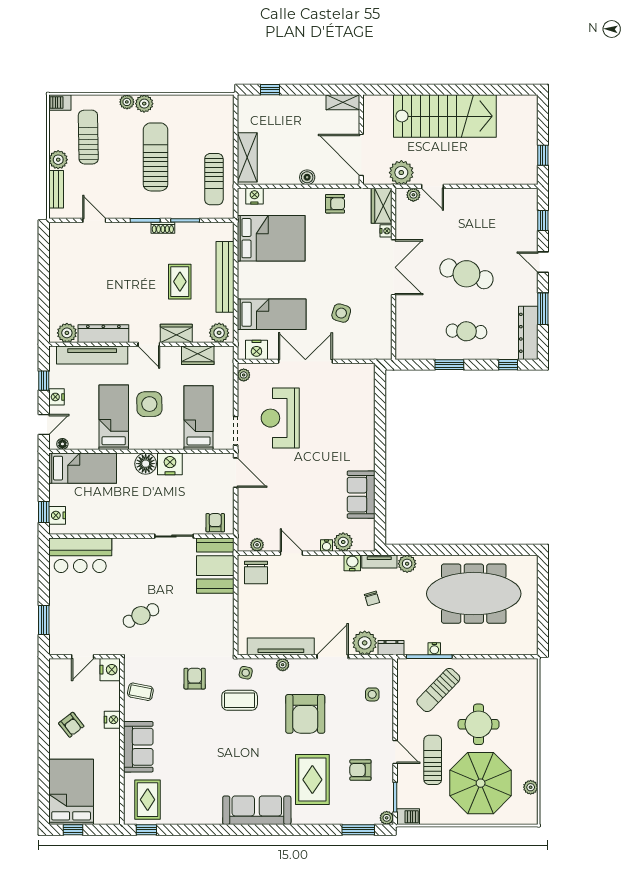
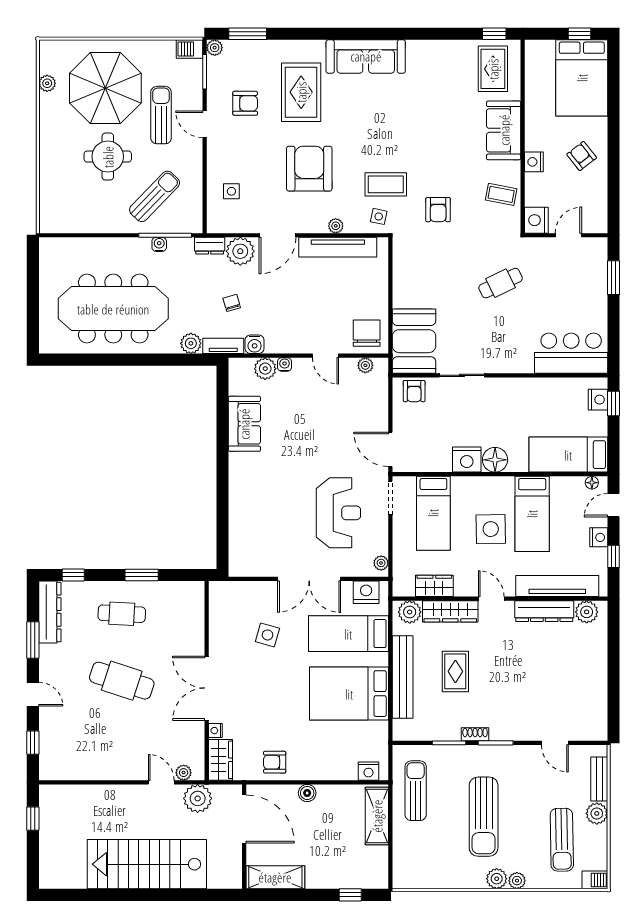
shelving: (343, 102) -> (275, 877), width x1.50, depth x1.33
bed: (271, 238) -> (349, 694), moved
wardrobe: (176, 333) -> (450, 611), width x1.50
sun lounger: (433, 760) -> (161, 115), turned 180

